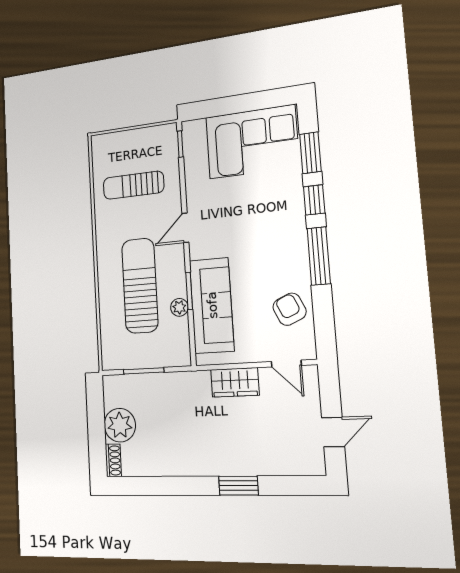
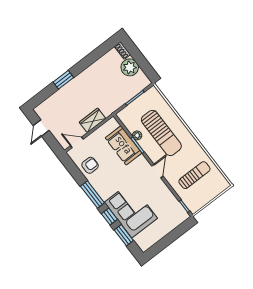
corner sofa: (252, 142) -> (131, 210), moved, turned 90
sofa: (212, 305) -> (124, 145), width x0.73
armchair: (289, 309) -> (90, 165), turned -66

